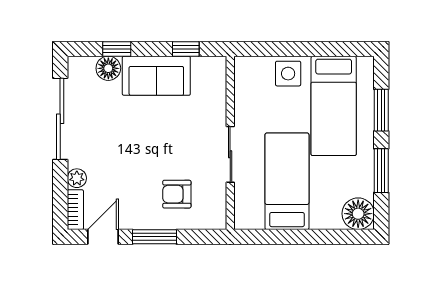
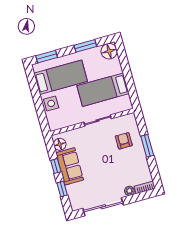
window: (186, 49) -> (56, 166), moved
floor lamp: (108, 68) -> (60, 144), moved
window: (381, 110) -> (47, 57), moved
armchair: (177, 194) -> (124, 141), turned 180
door: (103, 237) -> (154, 170), removed

